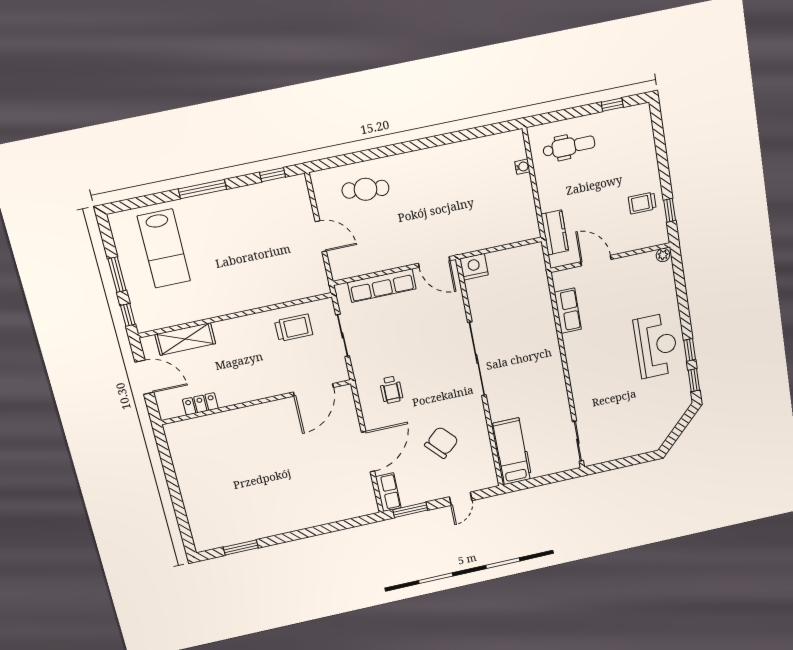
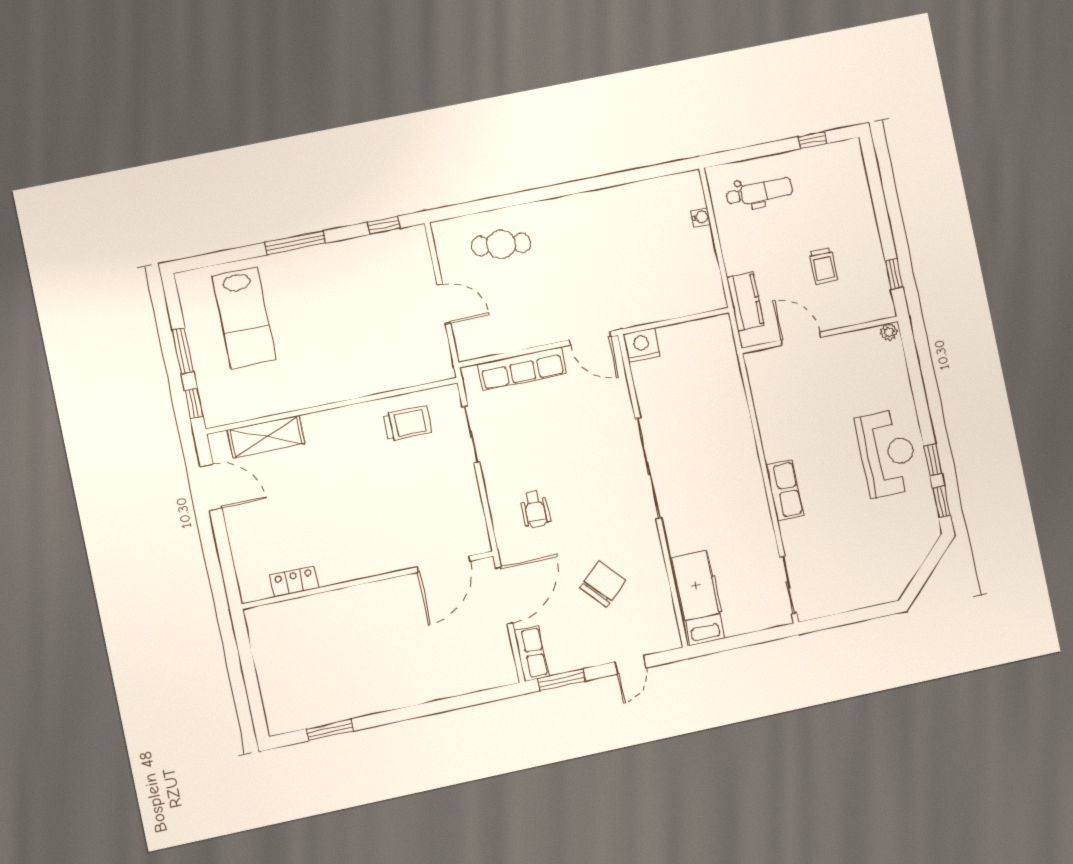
trolley: (642, 203) -> (823, 266), moved, turned -90
row of seats: (568, 311) -> (785, 490), moved
door: (313, 390) -> (444, 564), moved
wall: (256, 402) -> (368, 580), moved
locker: (200, 404) -> (294, 582), moved

